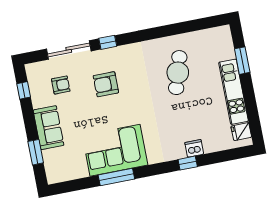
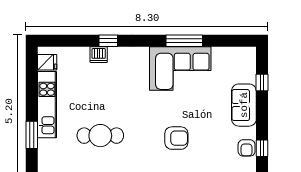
cafe table: (178, 73) -> (100, 136), turned 73
armchair: (61, 85) -> (247, 148), moved, turned -90
window: (36, 152) -> (262, 83), width x0.67

